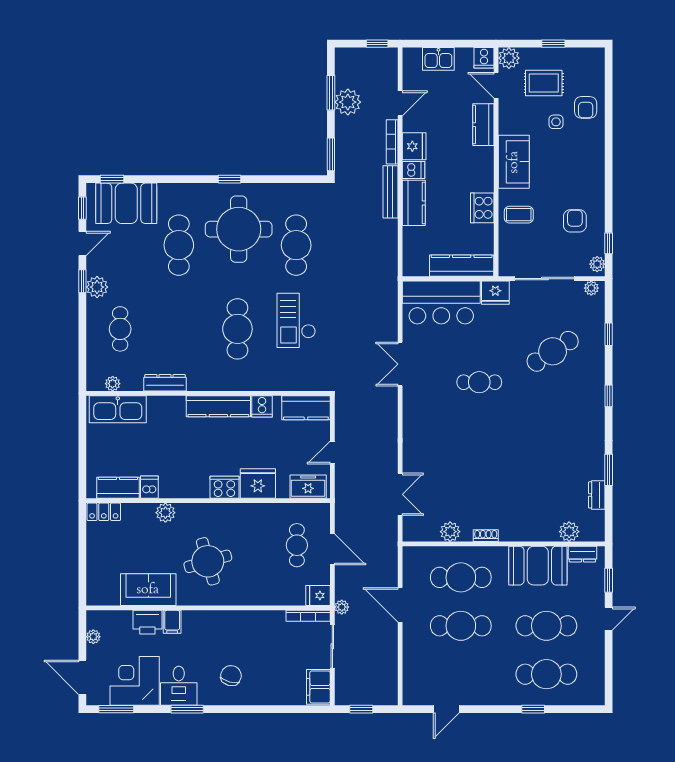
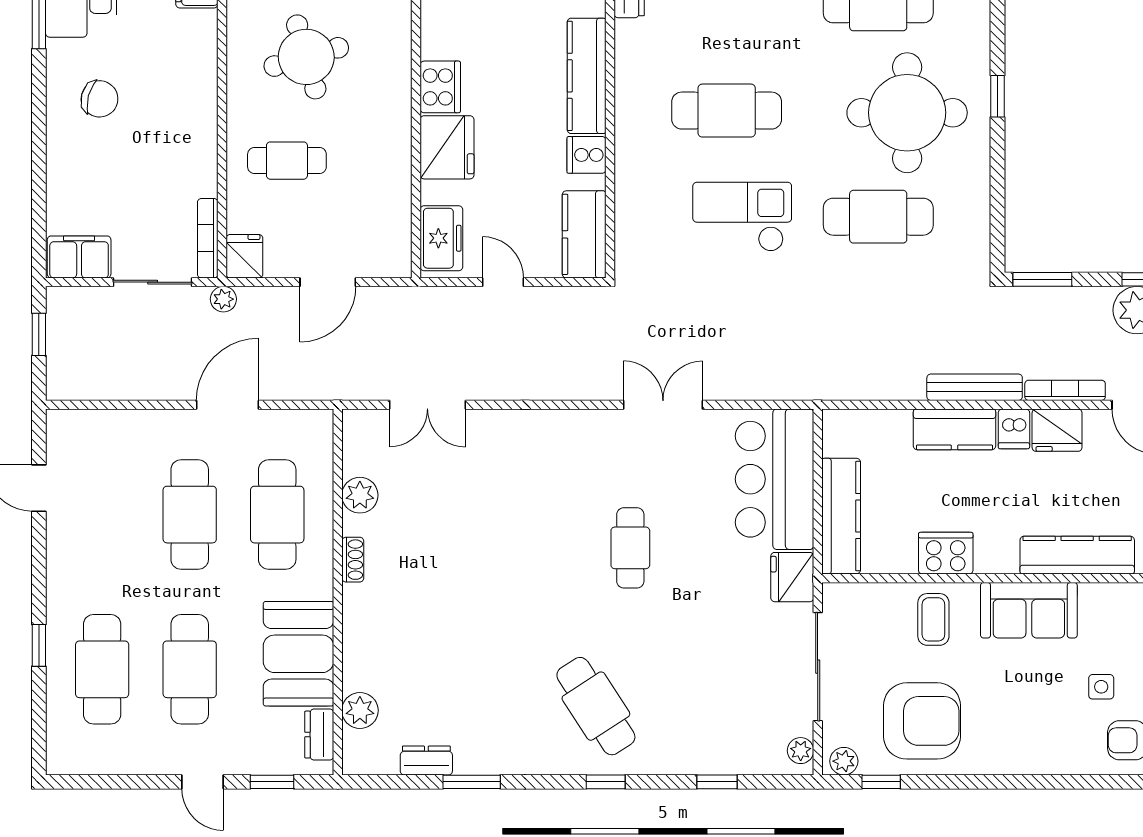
kitchen counter: (483, 125) -> (1077, 555), width x1.50
armchair: (575, 221) -> (922, 721), width x1.88, depth x1.88
cafe table: (553, 351) -> (596, 706), moved
cafe table: (297, 545) -> (287, 161), moved

